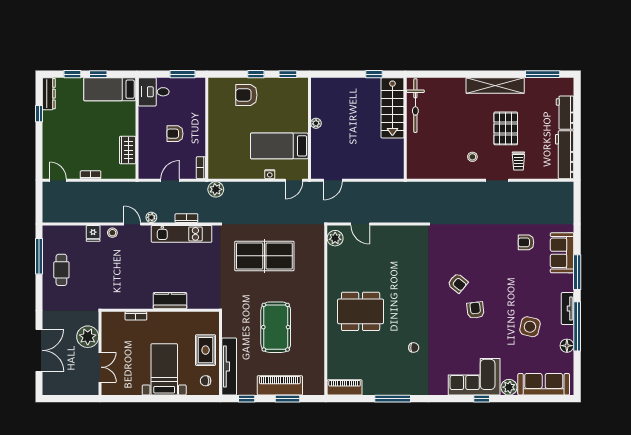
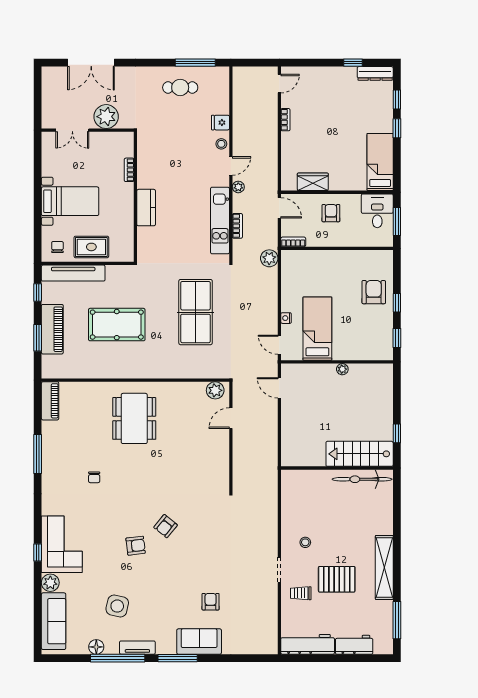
bed: (110, 89) -> (380, 162), moved
desk: (154, 92) -> (377, 211), moved
wall: (137, 128) -> (337, 192), moved
wardrobe: (128, 150) -> (313, 182), moved

